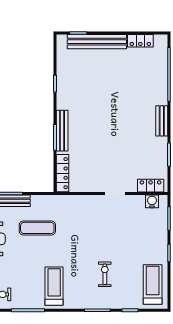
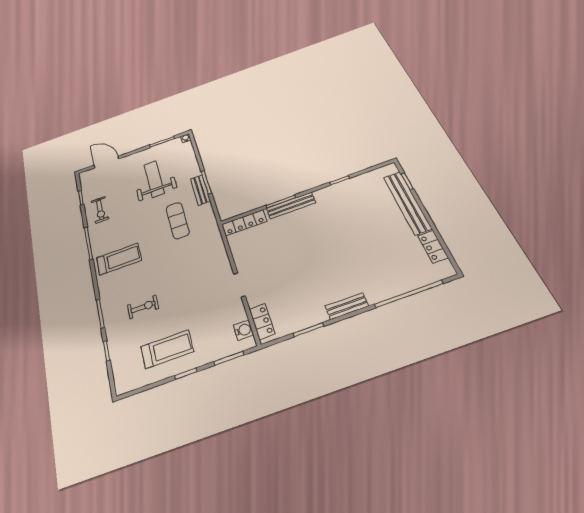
treadmill: (153, 284) -> (167, 349), moved

